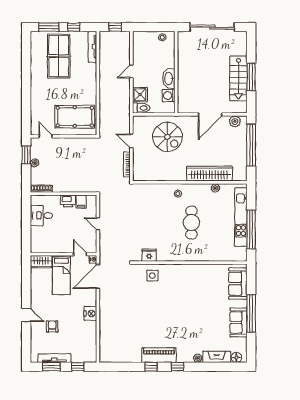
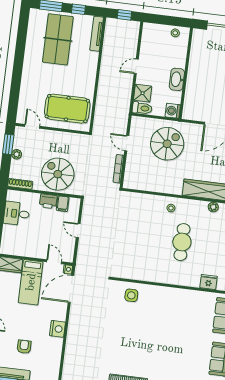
washing machine: (169, 96) -> (173, 111), moved
spiral stairs: (167, 137) -> (167, 144), turned -90
spiral stairs: (74, 176) -> (58, 174), added
fridge: (149, 255) -> (209, 282), moved
armchair: (52, 326) -> (24, 347), moved

